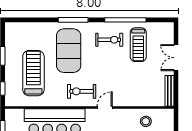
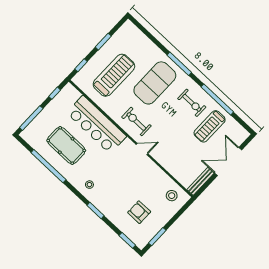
double door: (176, 58) -> (228, 162), width x1.37
stool: (146, 121) -> (172, 196), moved

